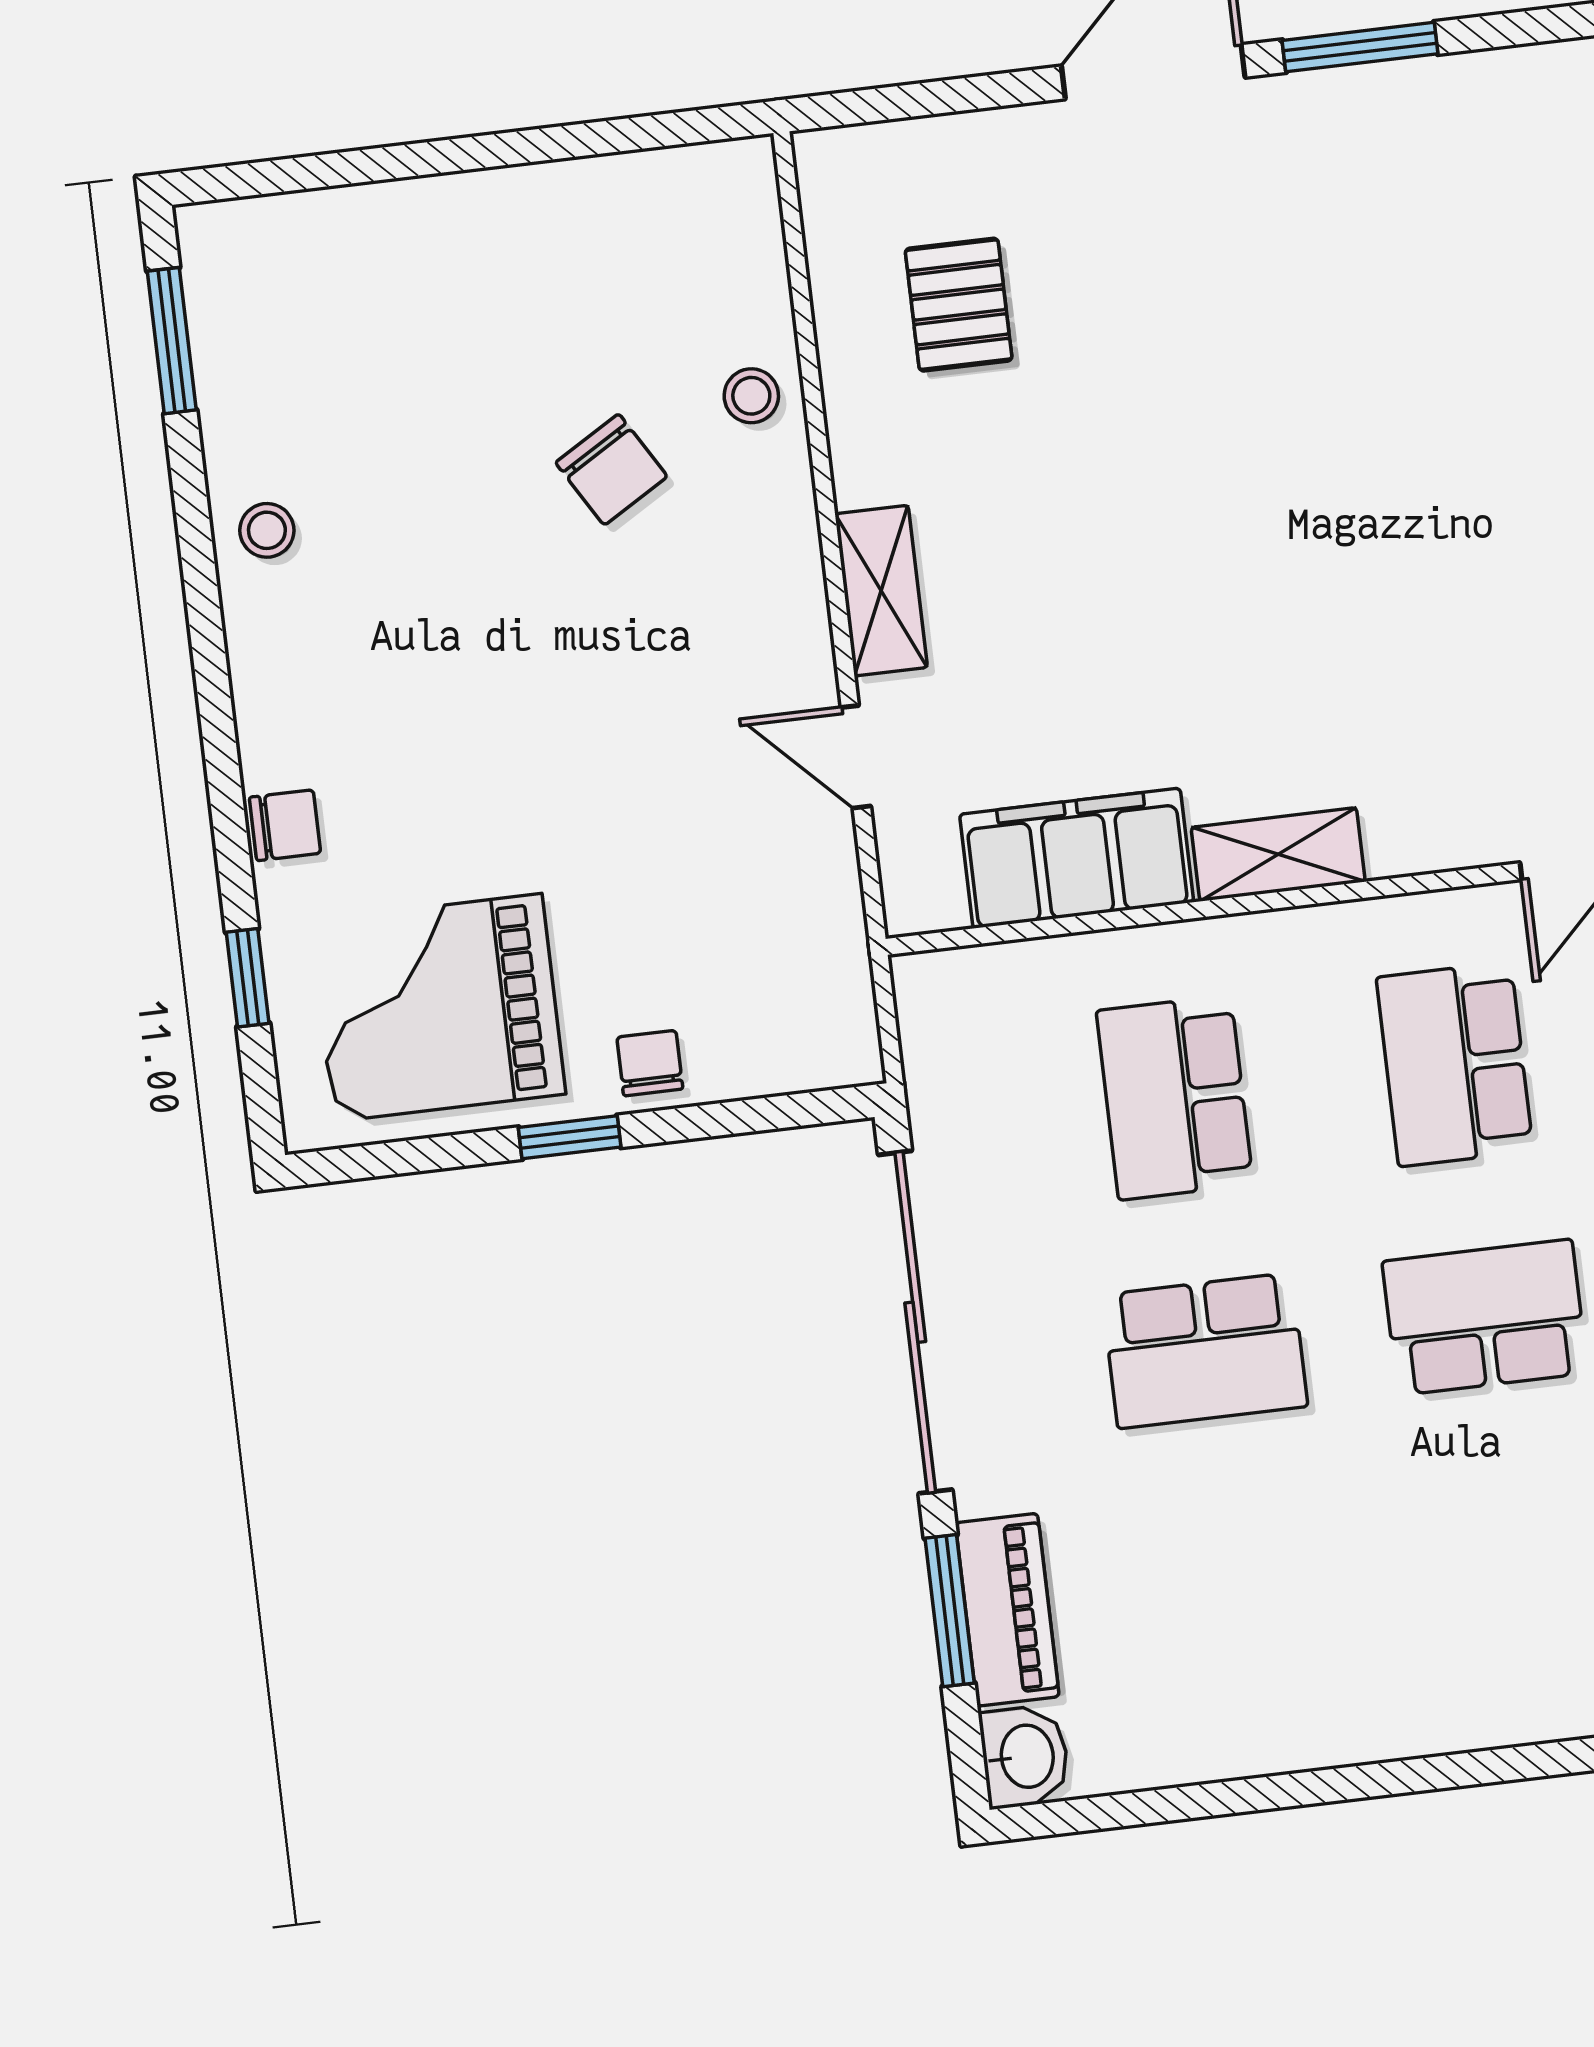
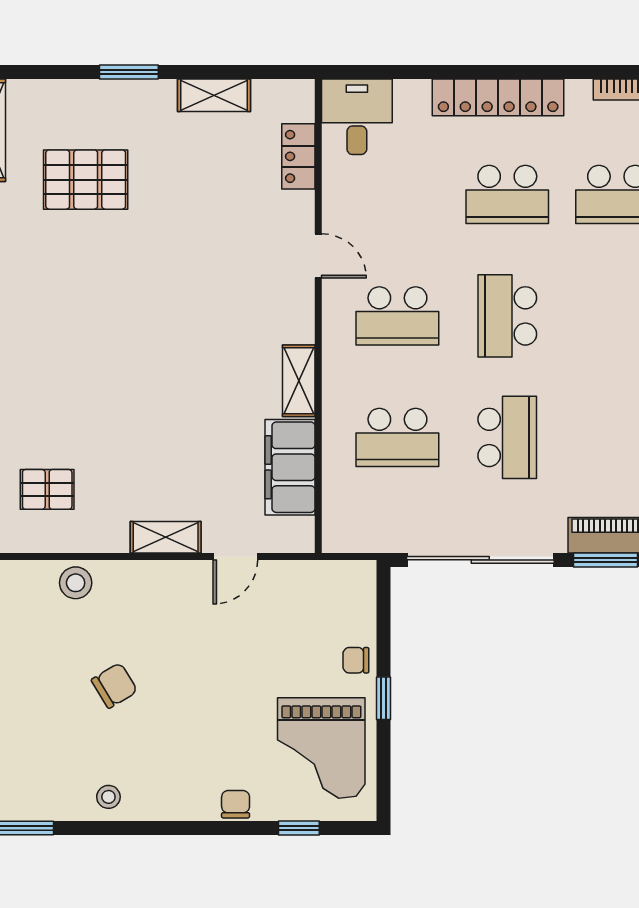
stool: (751, 396) -> (76, 583), width x1.37, depth x1.37
chair: (611, 470) -> (114, 686), moved

